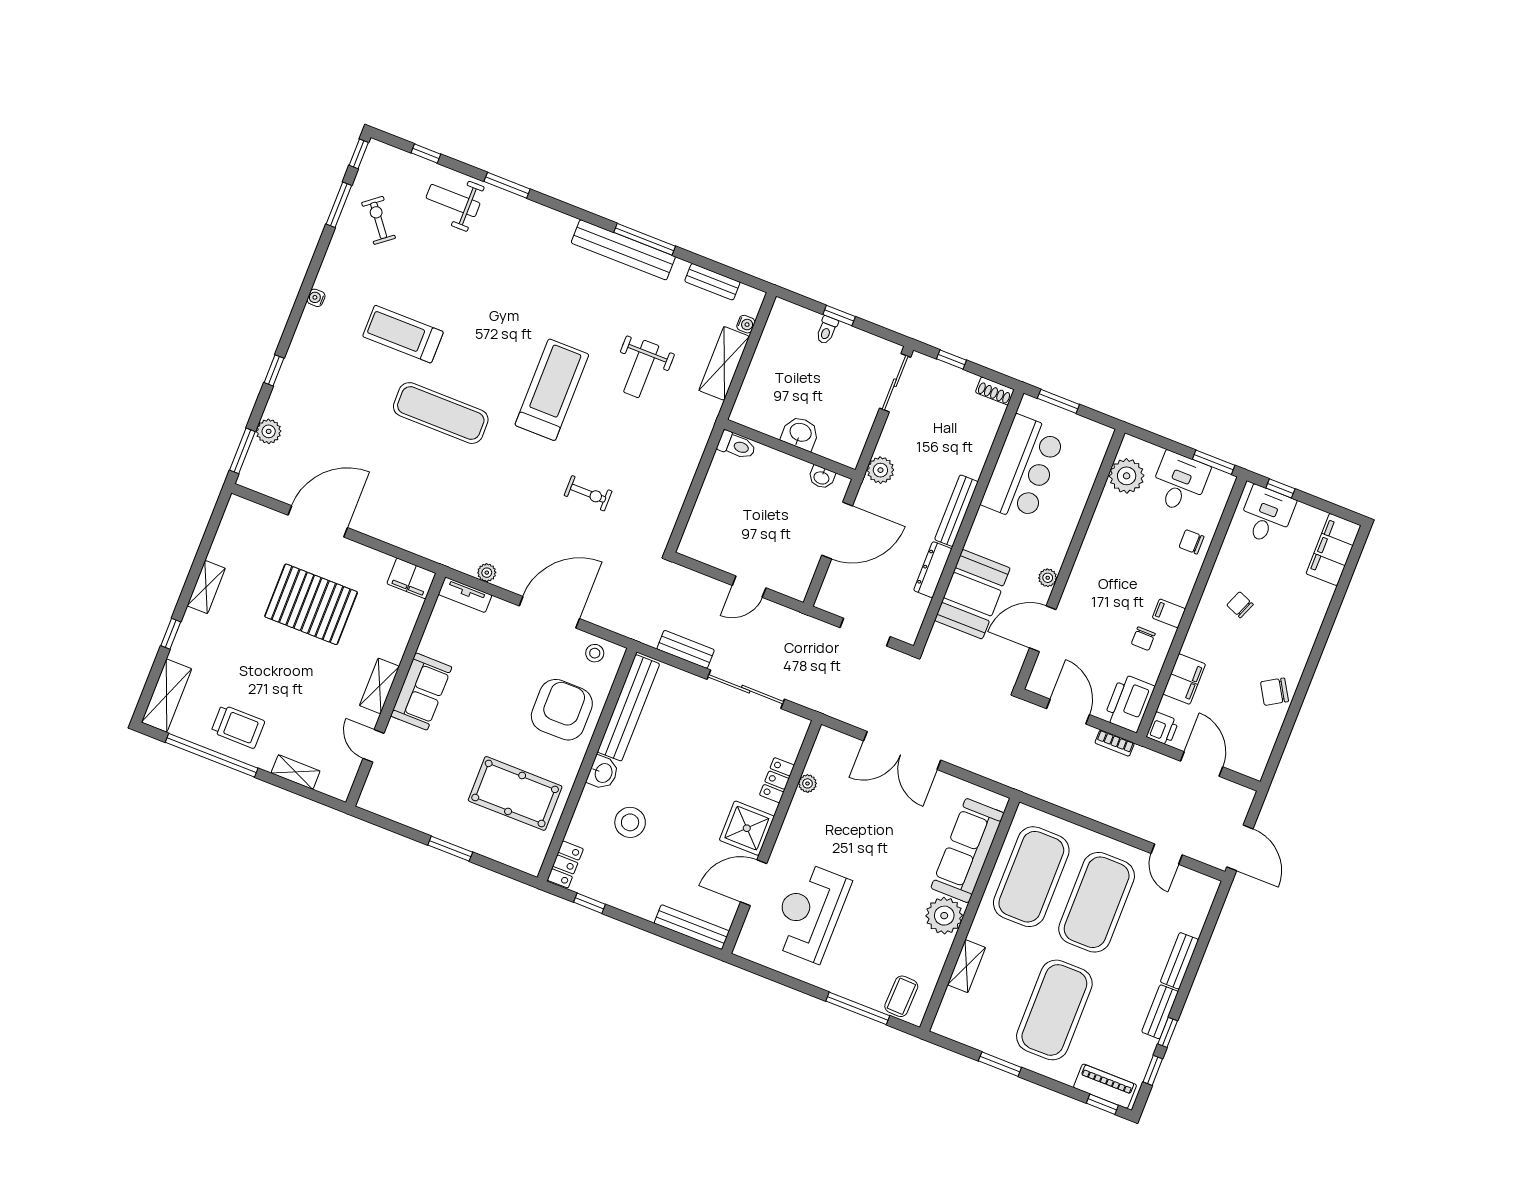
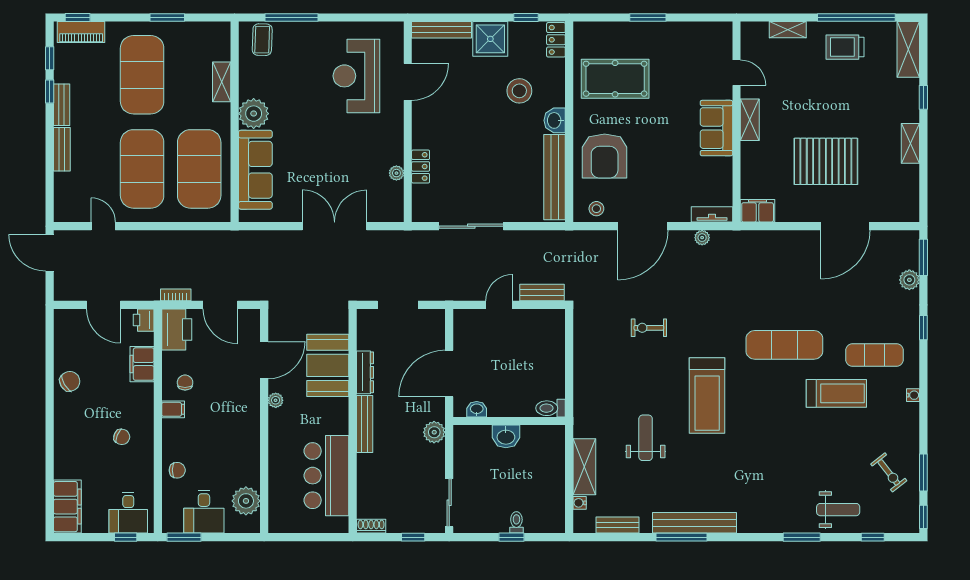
exercise mat: (342, 361) -> (874, 355), added
window: (1058, 401) -> (320, 537), removed
bench: (686, 649) -> (542, 293), moved
shower: (747, 828) -> (490, 39), moved
reception desk: (810, 912) -> (356, 76), turned 180

